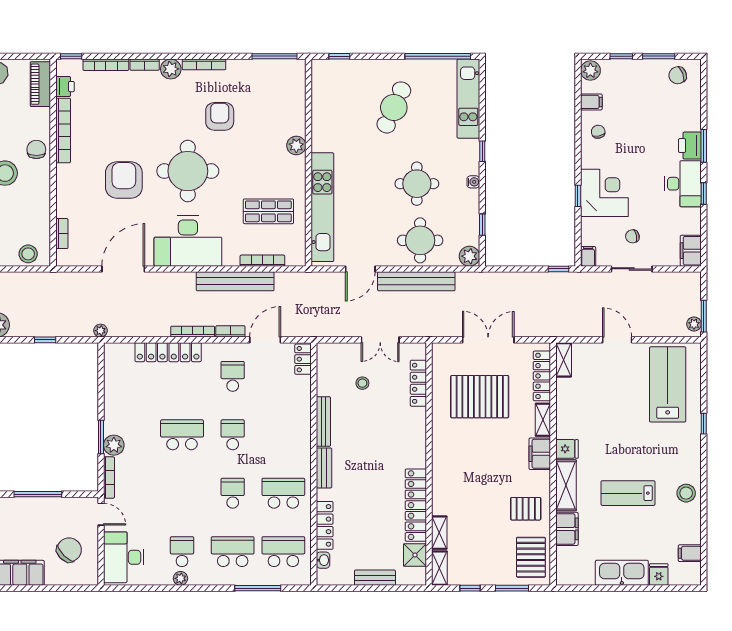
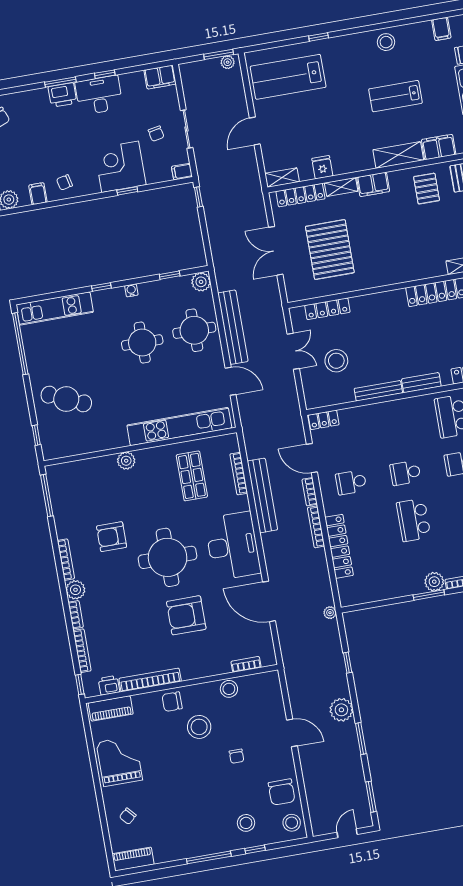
cafe table: (394, 107) -> (66, 399), moved
stool: (28, 254) -> (229, 689), moved
stool: (362, 383) -> (336, 361), width x1.89, depth x1.89
fridge: (567, 449) -> (322, 167), moved
lab bench: (628, 493) -> (395, 96), turned 90

